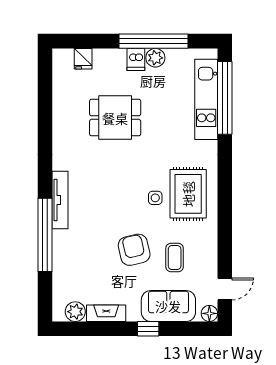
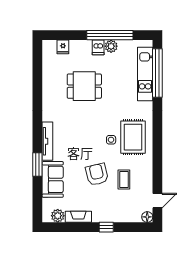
window: (45, 235) -> (37, 164), width x0.47
sofa: (168, 306) -> (53, 179), moved, turned 90

